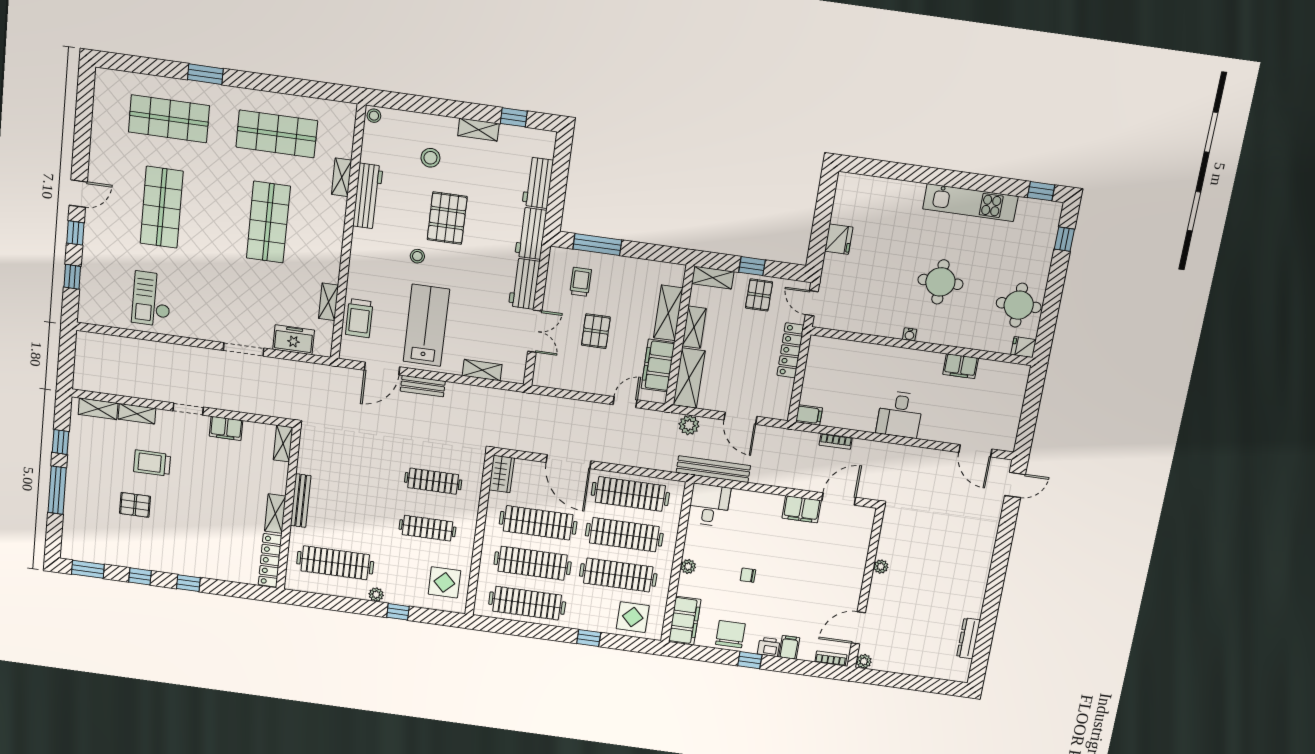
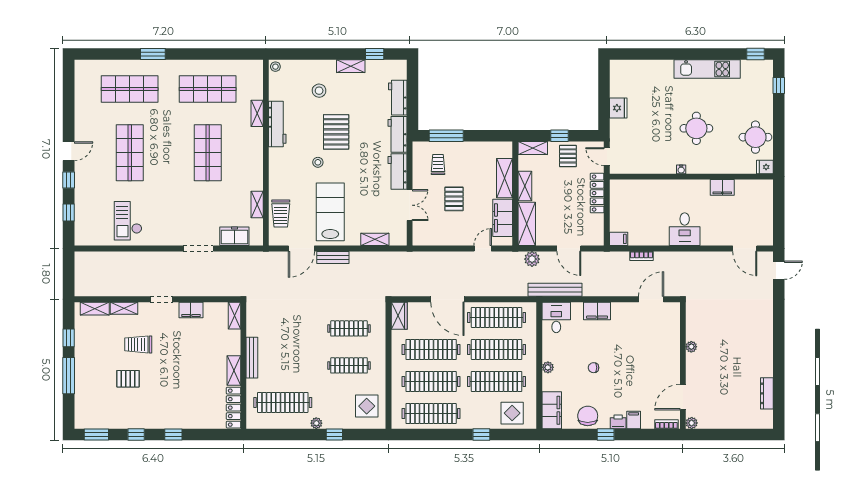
filing cabinet: (802, 509) -> (597, 311), moved

